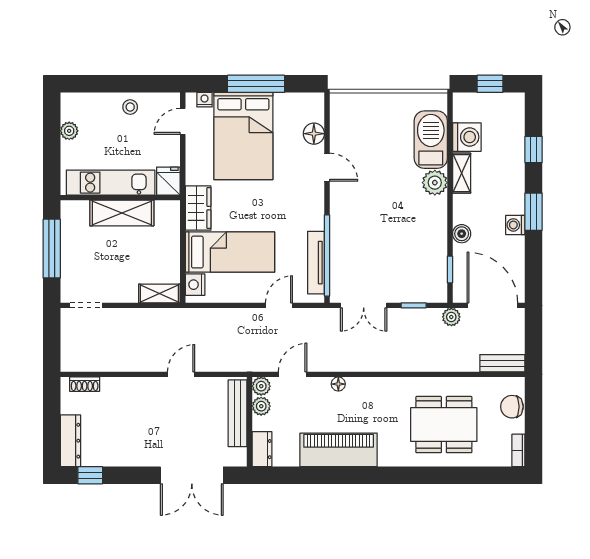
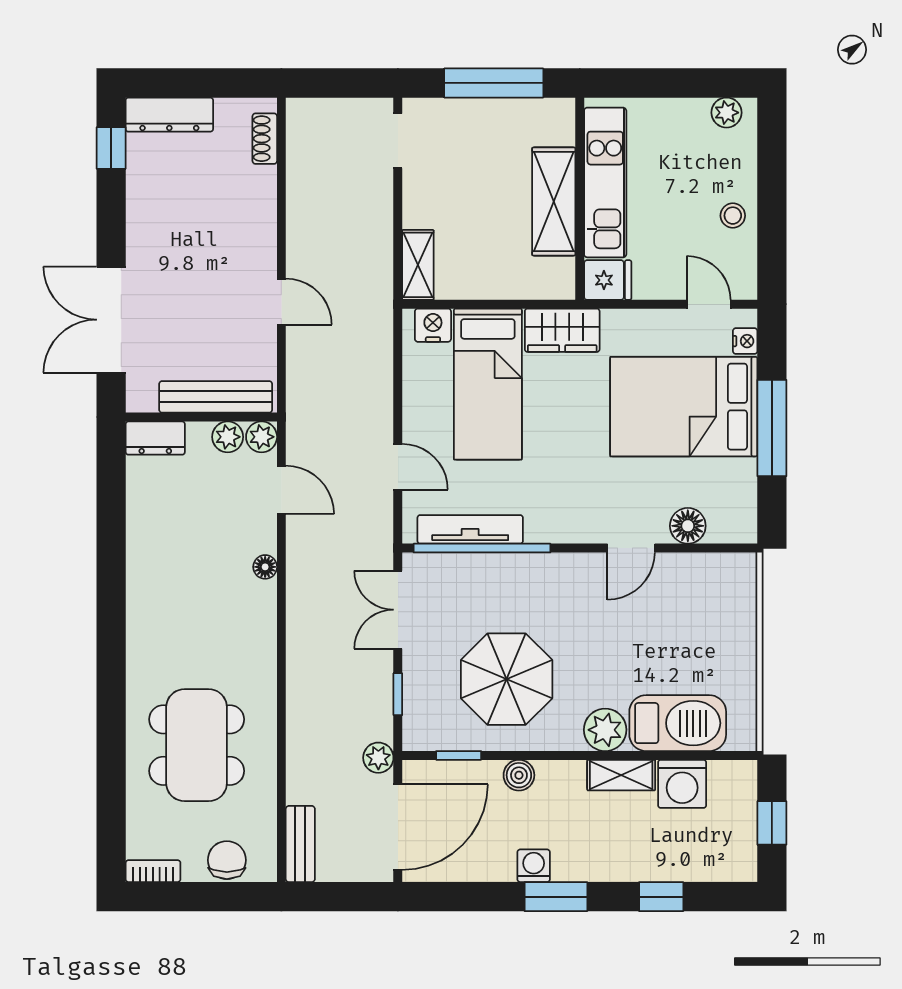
plant: (69, 131) -> (727, 113), moved
parasol: (405, 241) -> (507, 679), added
piano: (339, 450) -> (154, 567), removed

